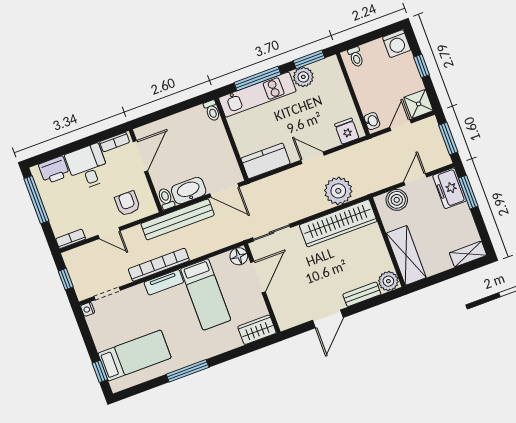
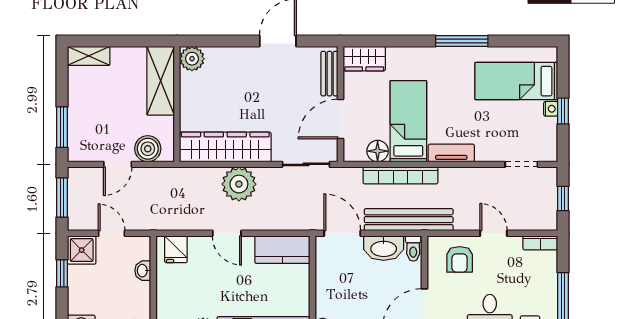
window: (422, 66) -> (62, 273), moved
washbasin: (372, 121) -> (143, 271), moved
door: (400, 125) -> (112, 233), swing flipped
freezer: (450, 188) -> (82, 140), removed
plant: (338, 191) -> (239, 184), moved
floor lamp: (239, 256) -> (378, 151), moved
bookcase: (159, 265) -> (400, 175), moved
bench: (362, 294) -> (329, 74), moved, turned 90
nightstand: (88, 309) -> (551, 109), moved
window: (100, 371) -> (563, 111), moved

